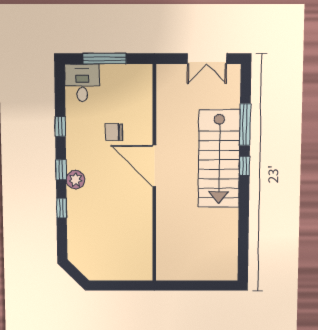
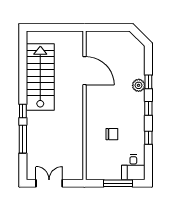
stairs: (219, 159) -> (40, 77), moved
door: (154, 166) -> (84, 71), moved
plant: (76, 180) -> (139, 85), moved

